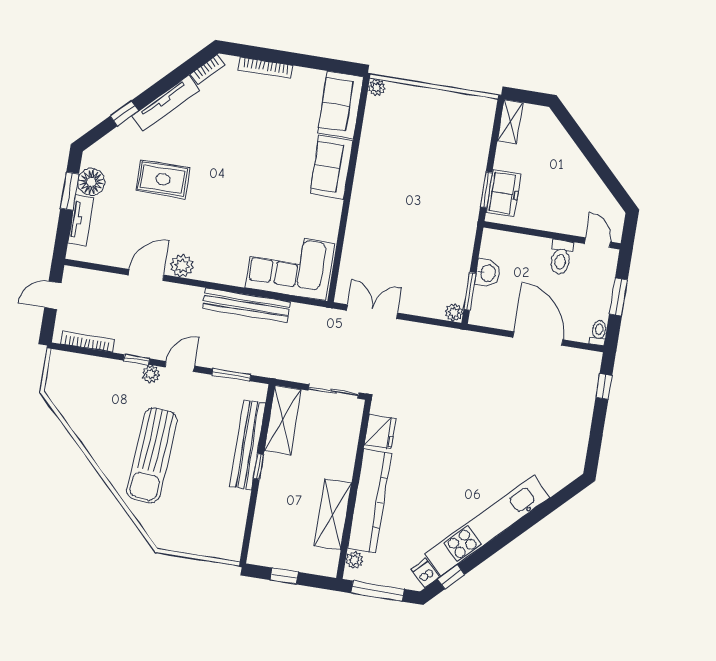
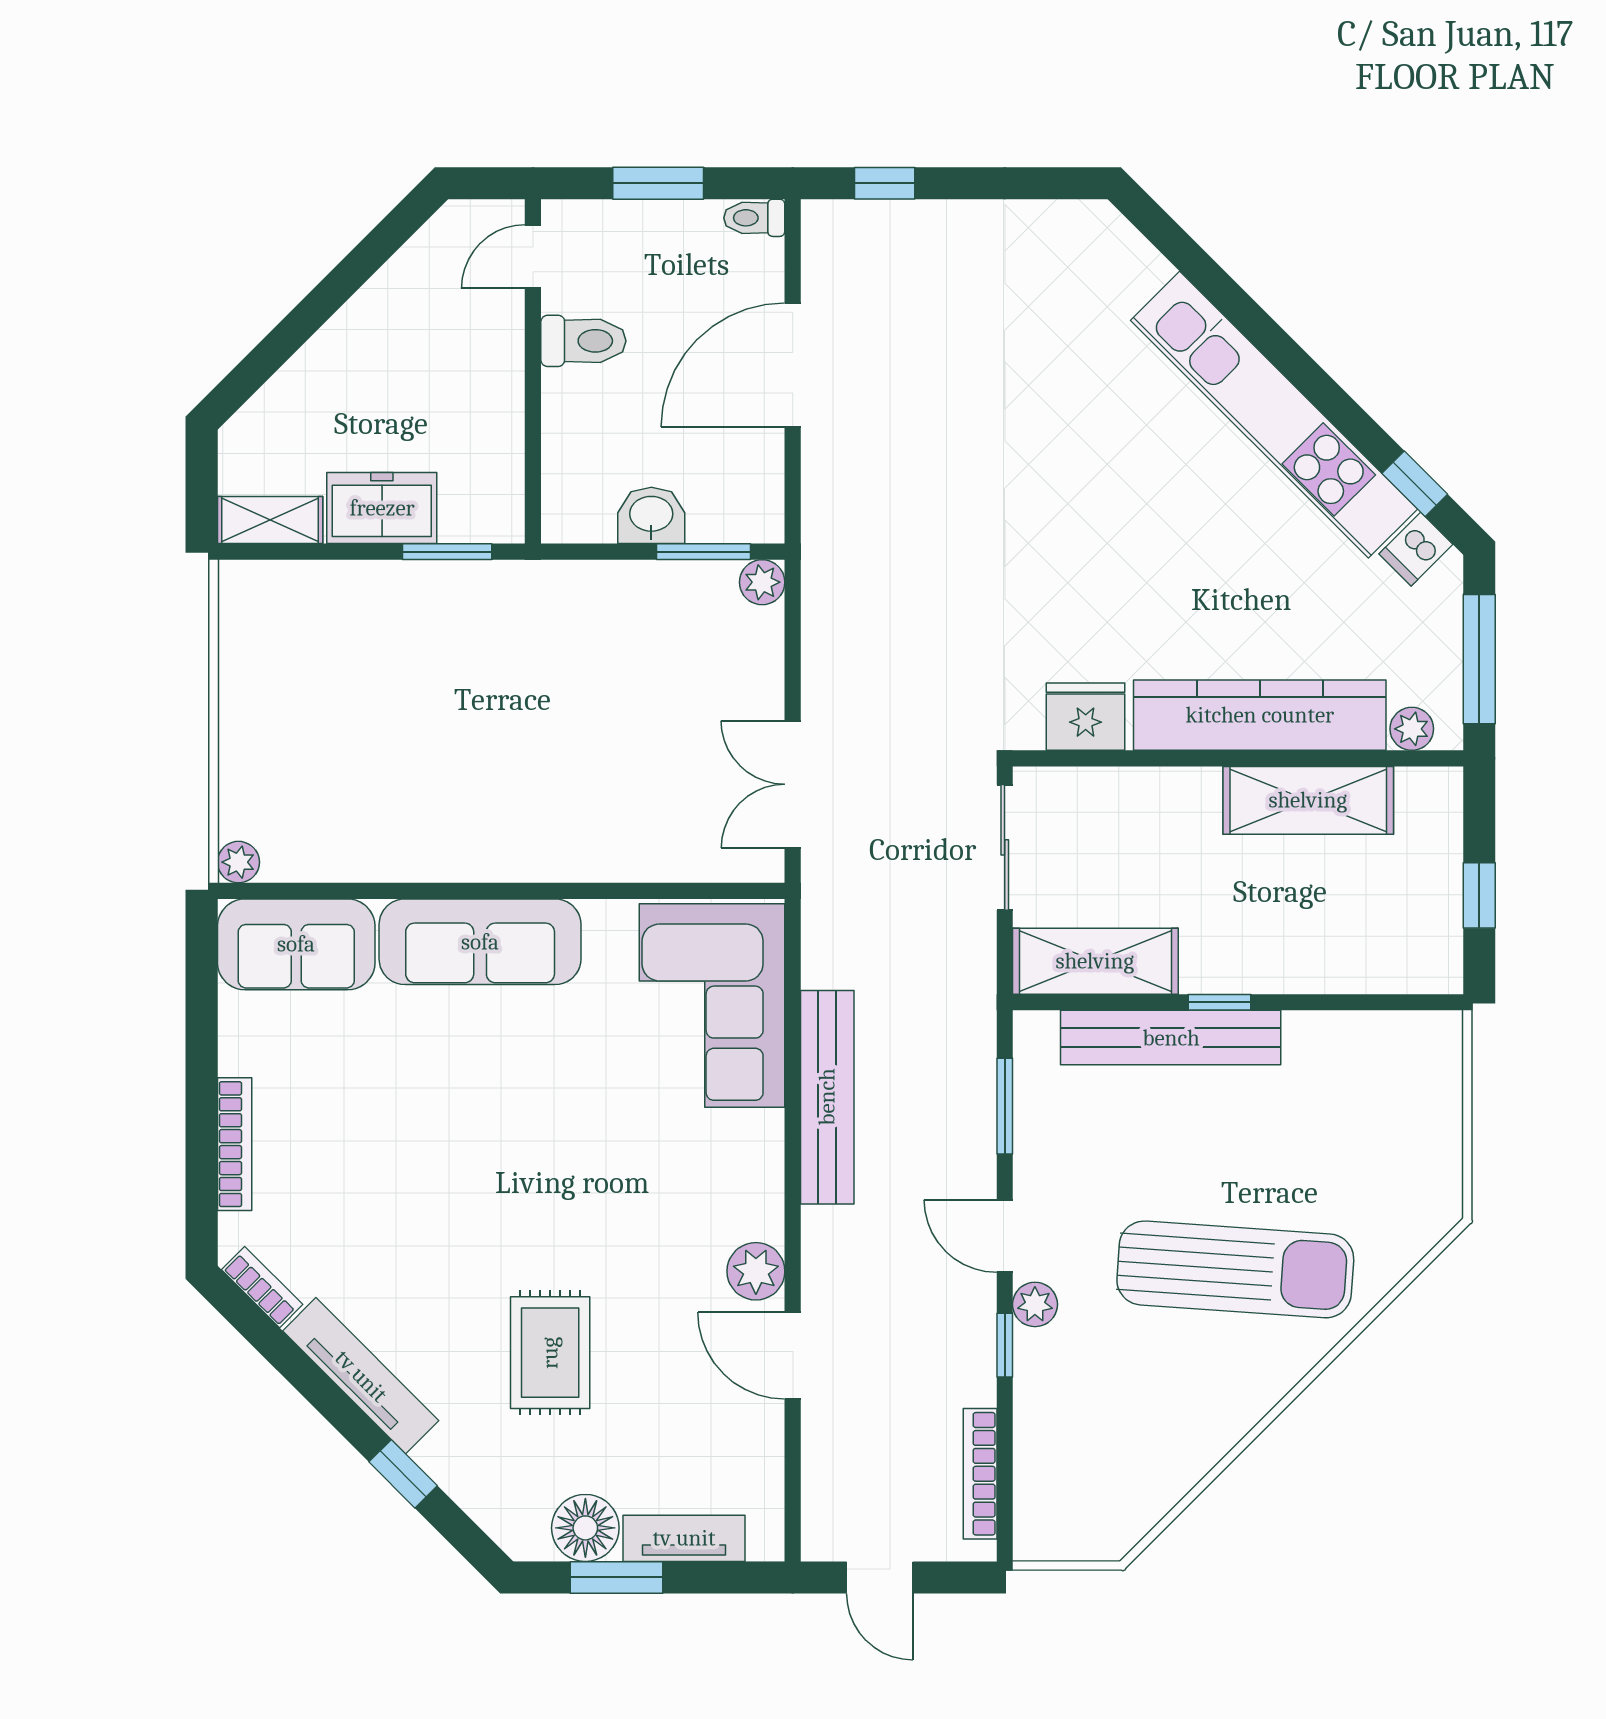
sofa: (332, 167) -> (480, 942), width x1.36
freezer: (503, 193) -> (382, 508), moved

